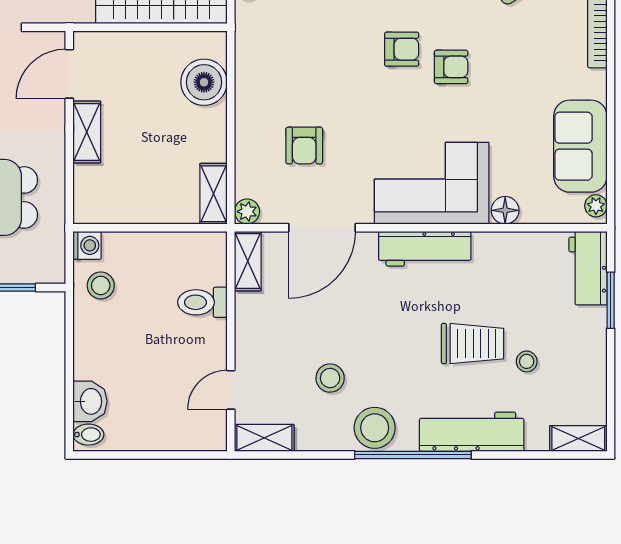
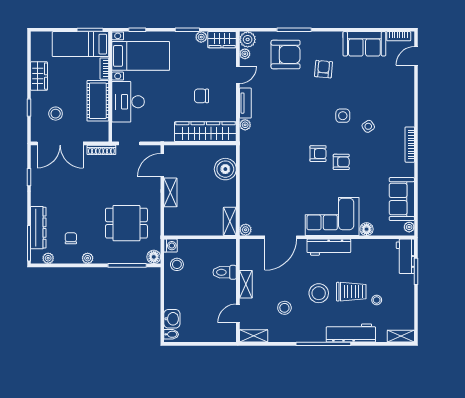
armchair: (304, 146) -> (272, 199), removed
shelving: (248, 261) -> (246, 284), moved
floor lamp: (51, 270) -> (154, 257), added
stool: (375, 428) -> (319, 293), moved

